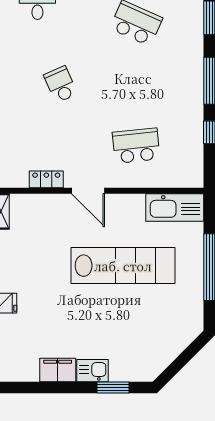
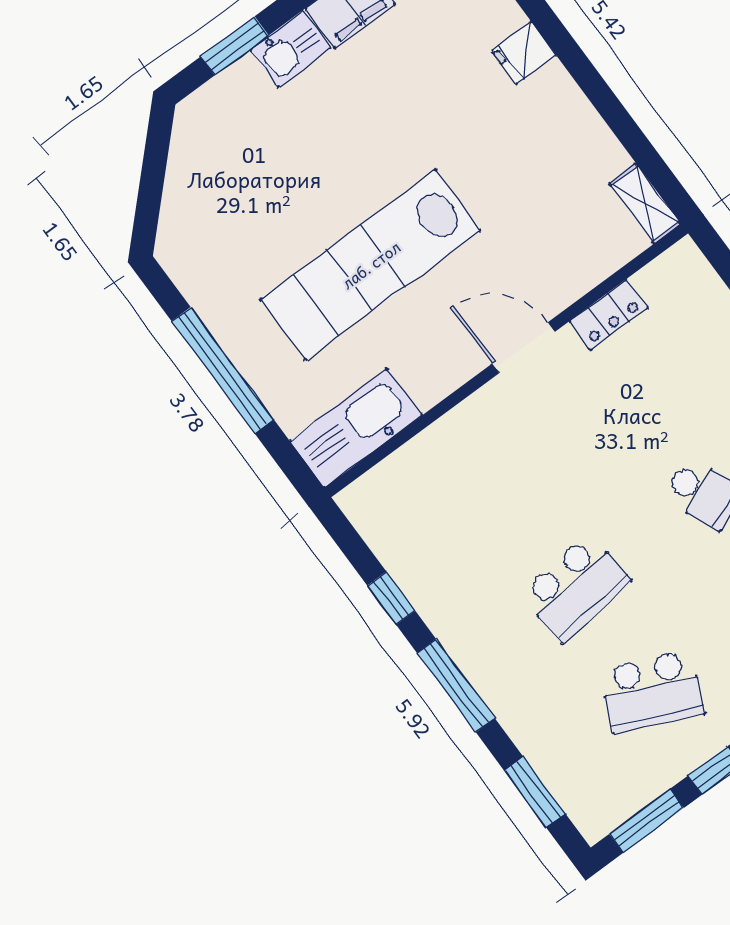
school desk: (136, 146) -> (575, 588), moved

